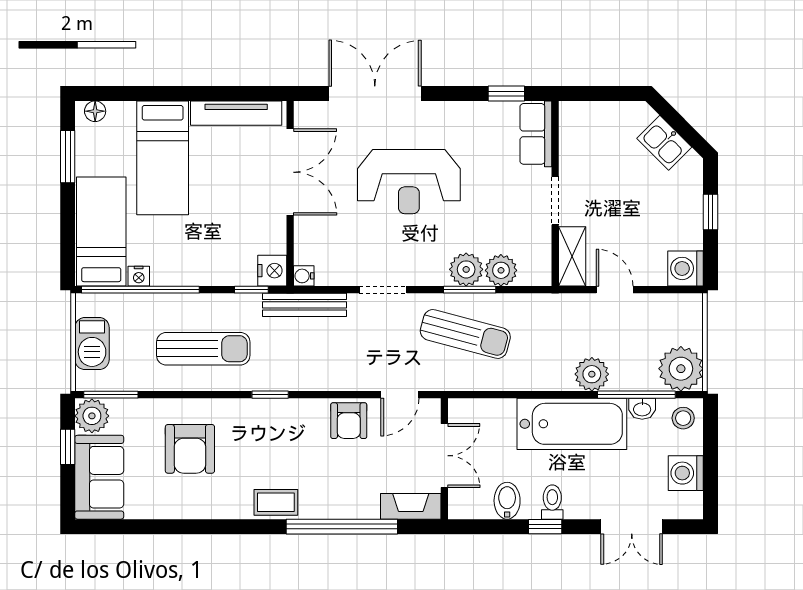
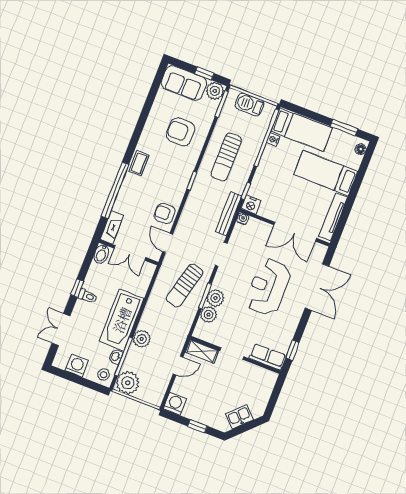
bidet: (507, 501) -> (101, 254), moved, turned 90

